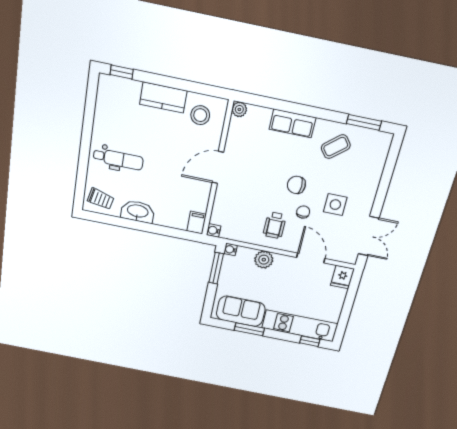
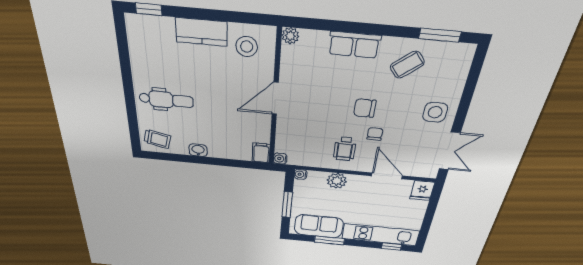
side table: (335, 205) -> (435, 112), moved
washbasin: (138, 212) -> (198, 150), width x0.52, depth x0.69
window: (216, 268) -> (287, 205), moved

